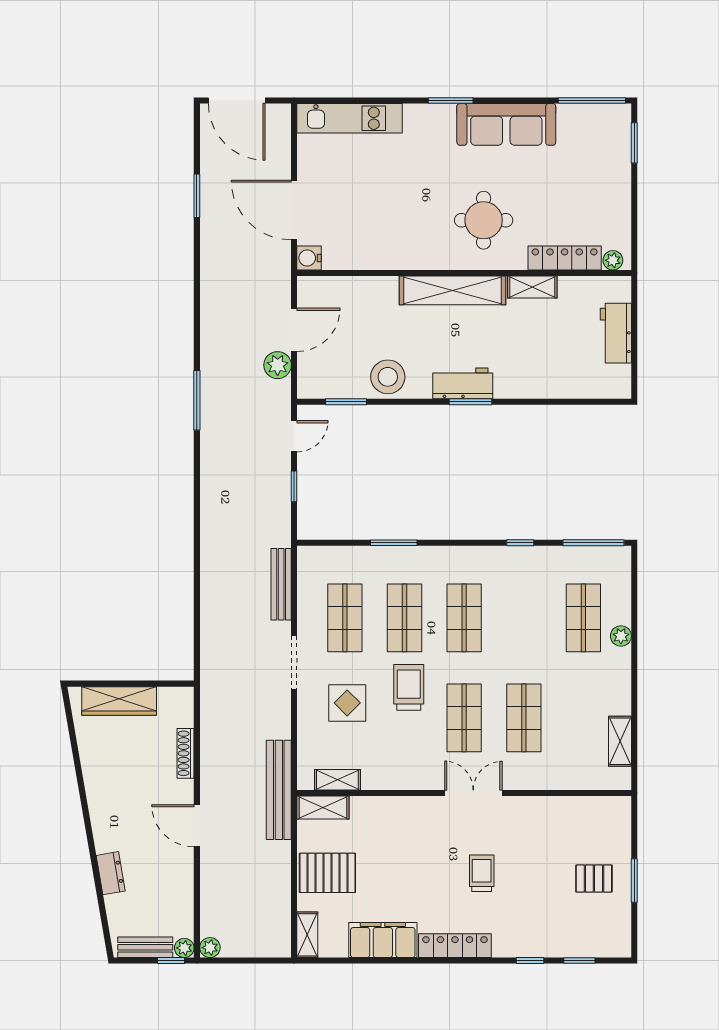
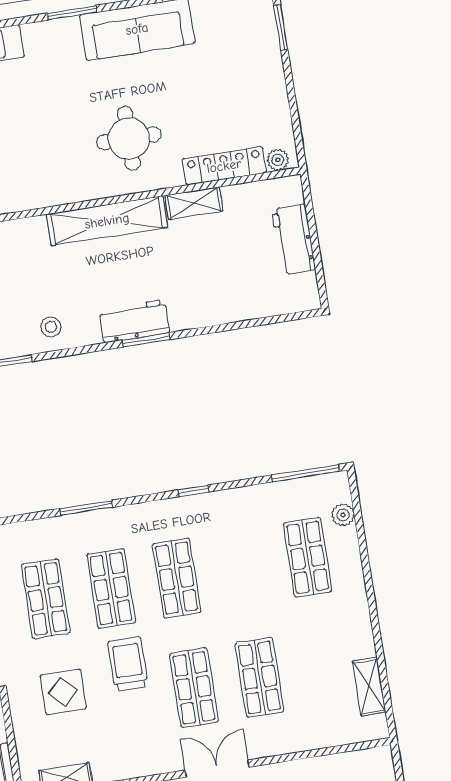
stool: (388, 377) -> (51, 327), width x0.53, depth x0.53
window: (520, 543) -> (193, 491), moved
plant: (621, 636) -> (343, 515), moved

